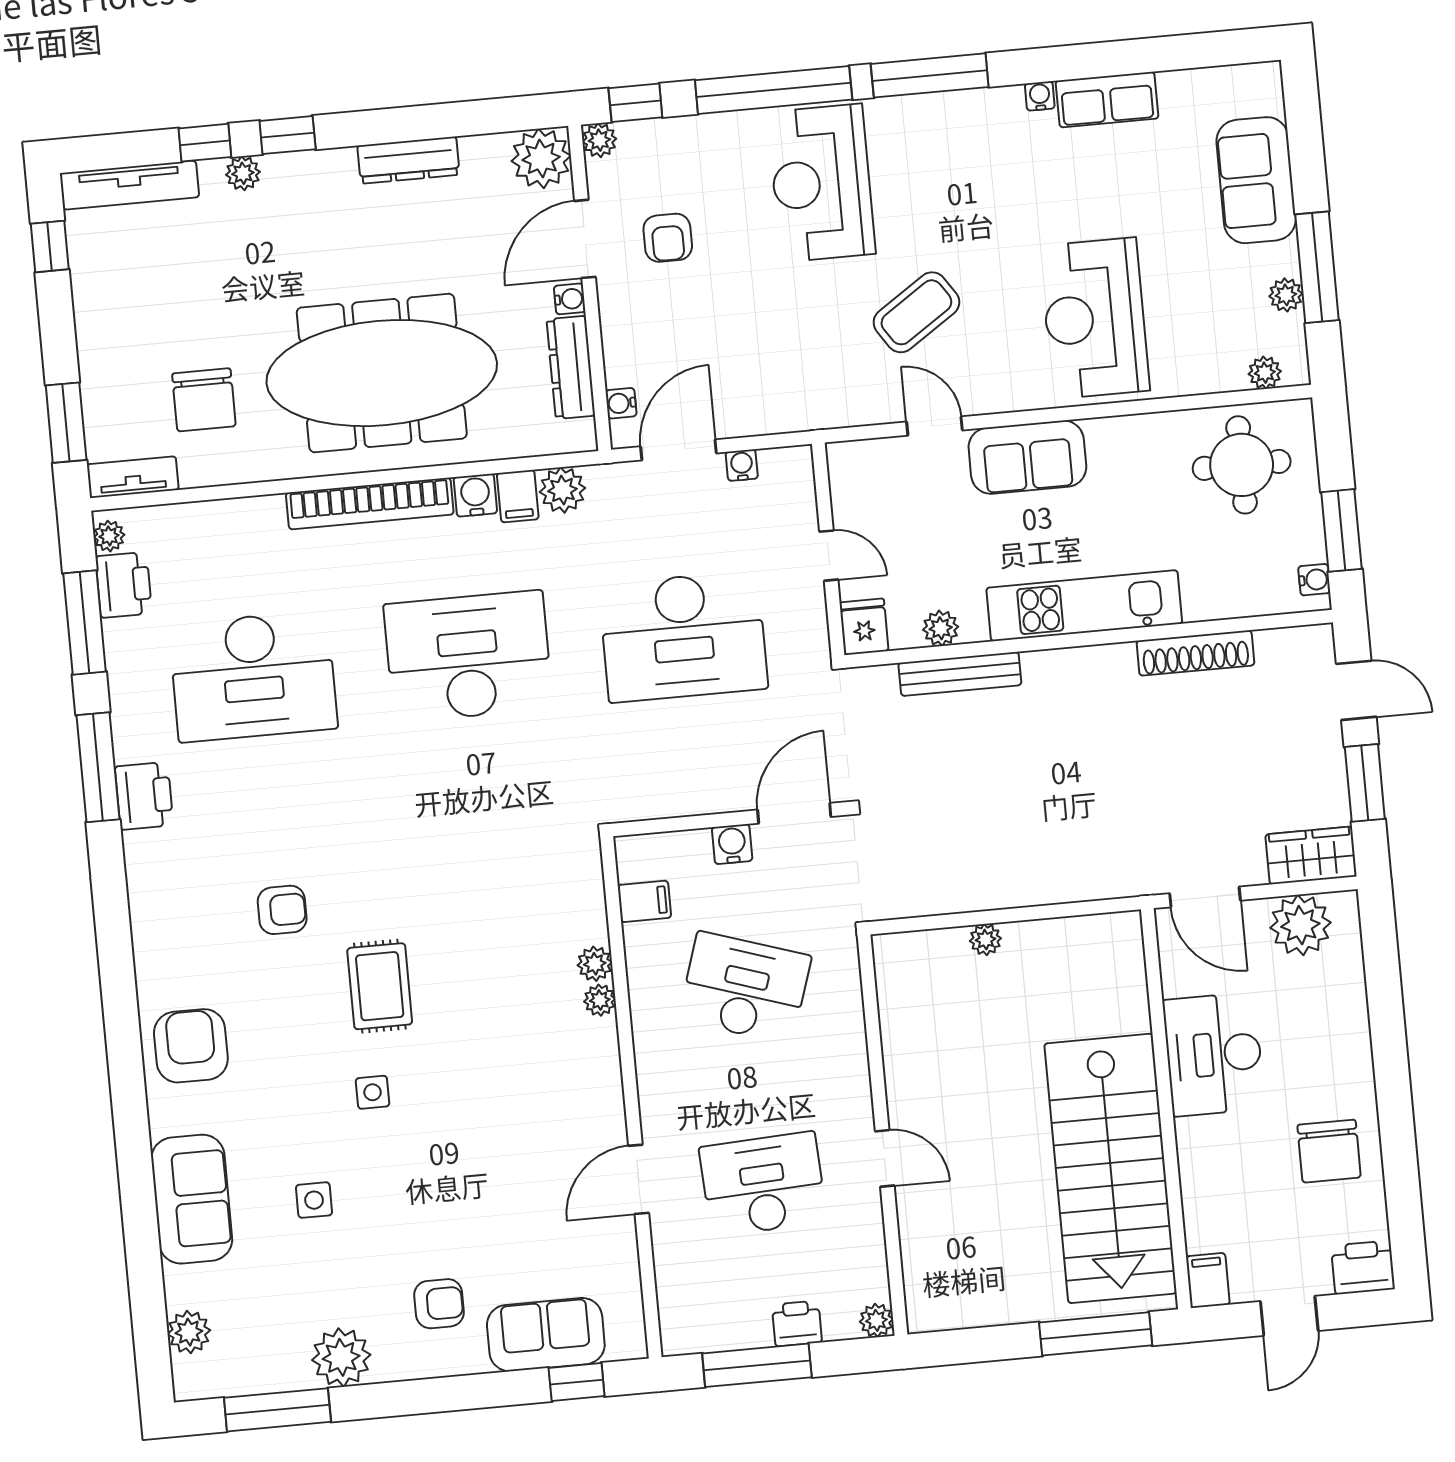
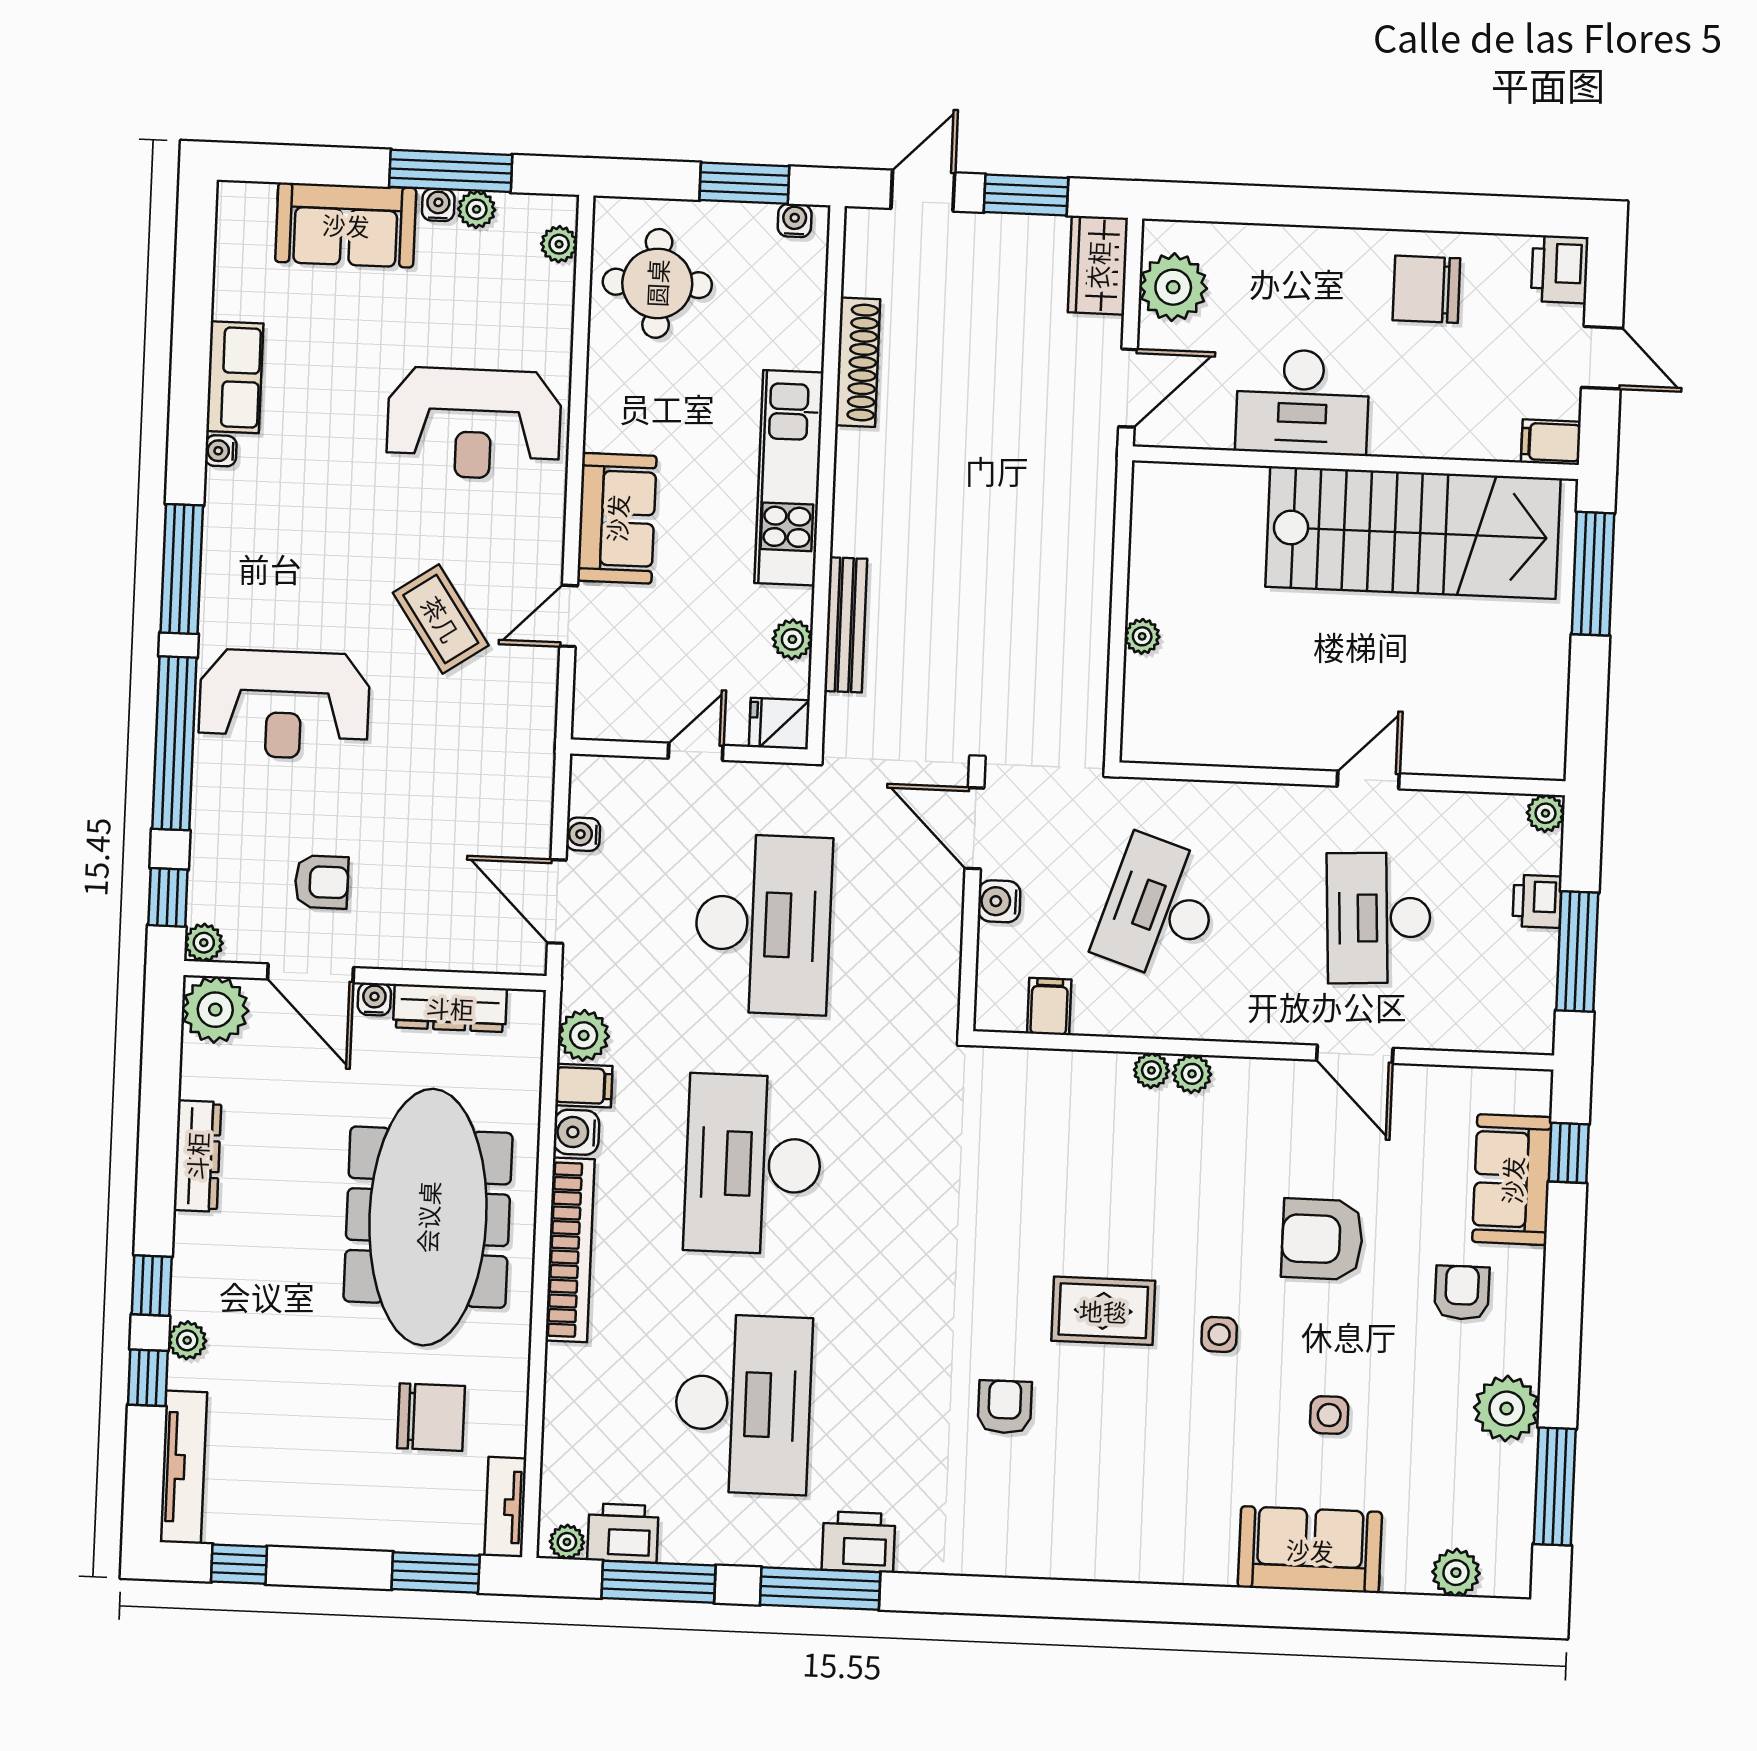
water cooler: (621, 403) -> (438, 205), moved, turned 180
plant: (595, 964) -> (1192, 1074), moved
armchair: (191, 1046) -> (1322, 1239), moved
chair: (1329, 1151) -> (1426, 289), turned 180

